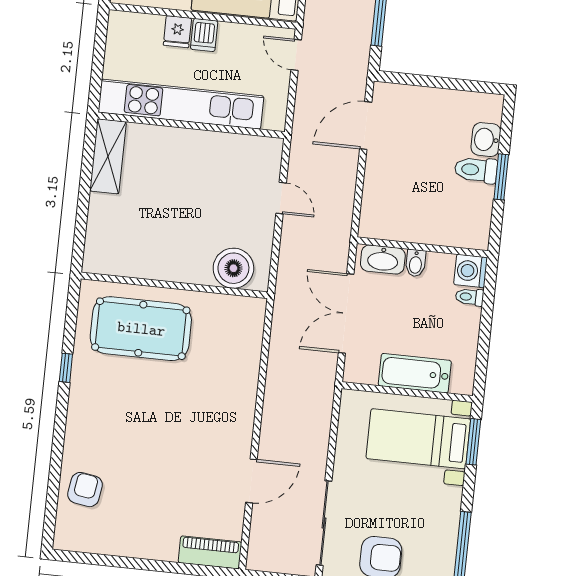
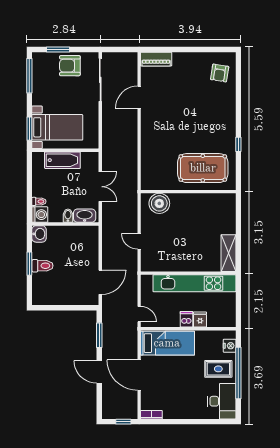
washbasin: (486, 140) -> (39, 234), moved
double door: (346, 313) -> (100, 187), width x0.73
armchair: (85, 490) -> (220, 73), moved

